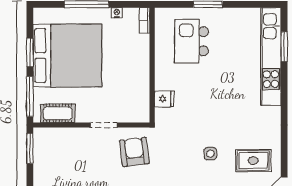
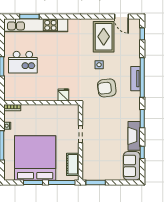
kitchen island: (192, 41) -> (23, 62), moved
armchair: (134, 152) -> (107, 88), moved
rug: (253, 161) -> (104, 37), width x1.36, depth x1.43

